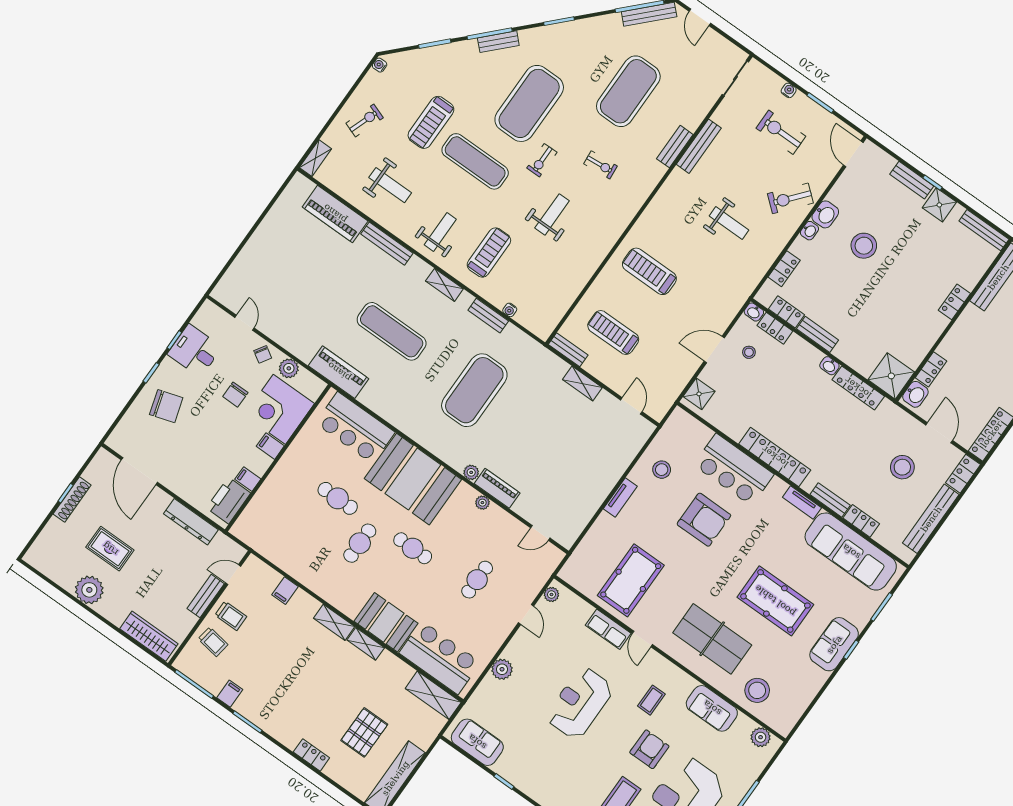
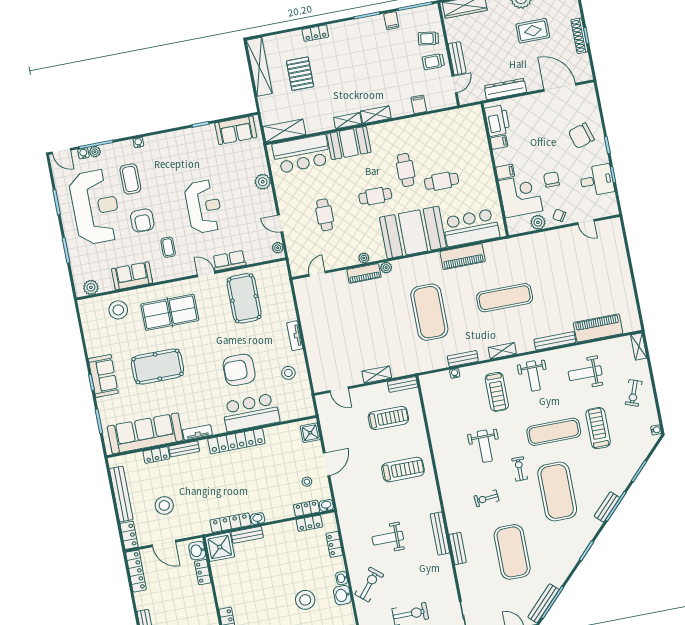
bench: (699, 146) -> (440, 533), moved
bench: (817, 334) -> (247, 535), moved
piano: (339, 372) -> (463, 257), moved

